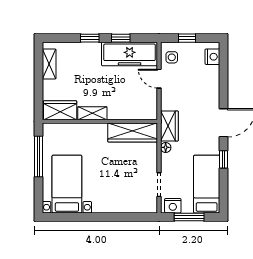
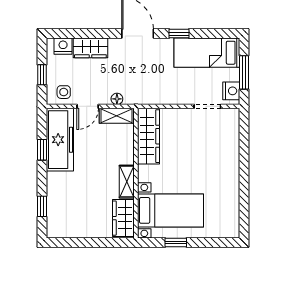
window: (90, 38) -> (42, 206), moved
shelving: (49, 64) -> (116, 116), moved
wardrobe: (169, 126) -> (90, 48), moved, turned 180
floor lamp: (166, 147) -> (117, 99), moved
window: (38, 157) -> (176, 242), width x0.46
bed with nightstands: (67, 184) -> (170, 210), moved, turned 180

